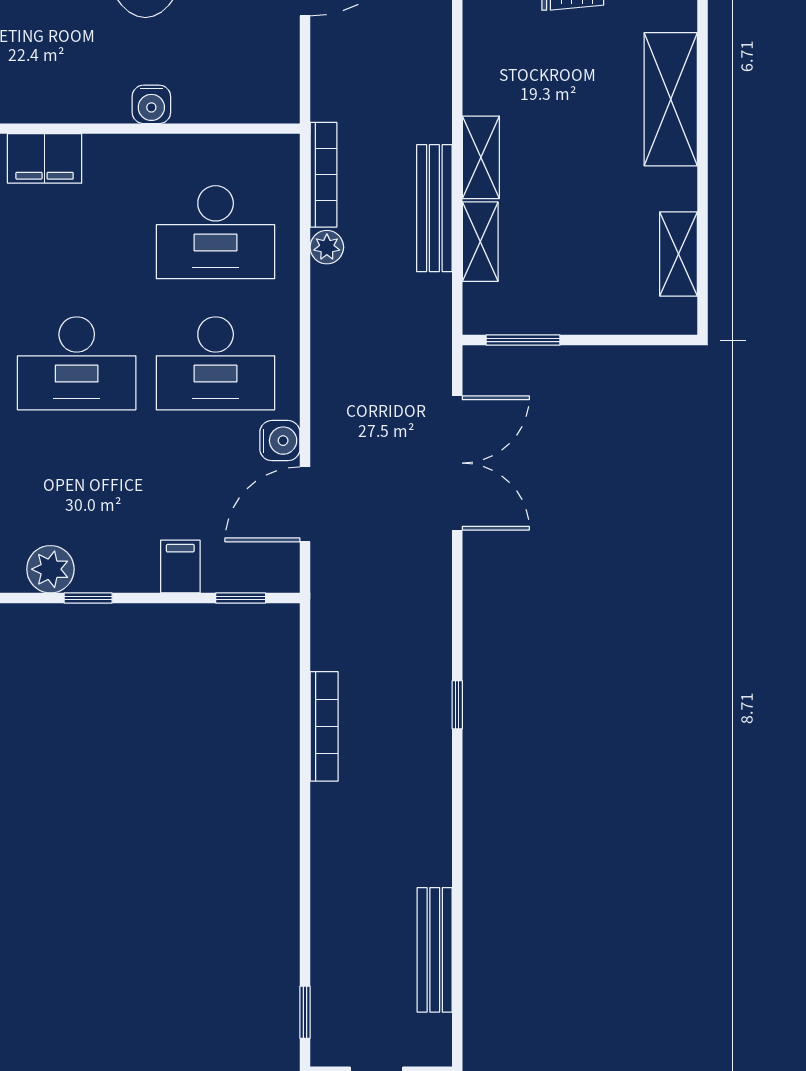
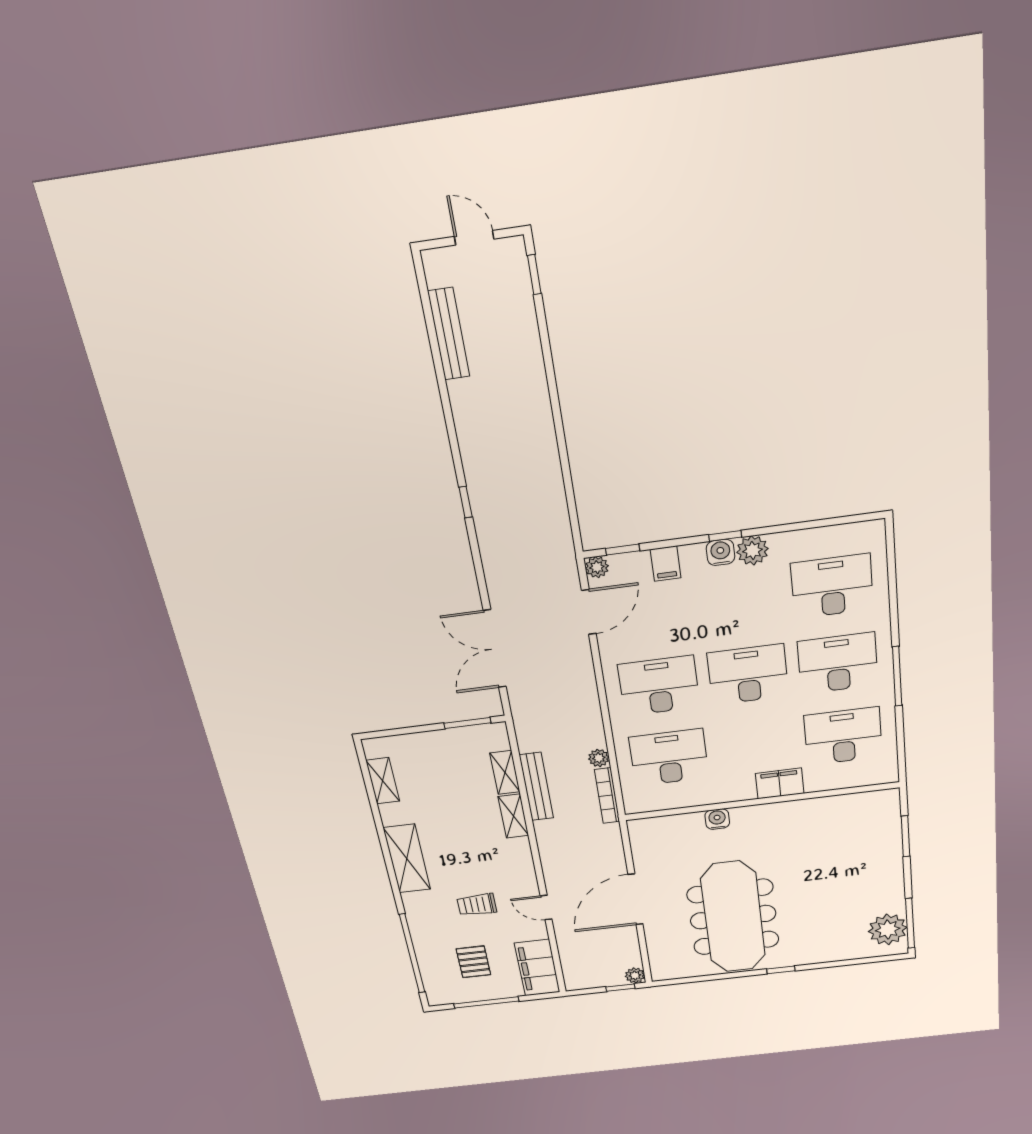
water cooler: (280, 441) -> (721, 552), moved, turned 90
plant: (282, 575) -> (597, 567), added
bookcase: (324, 726) -> (553, 476), removed

